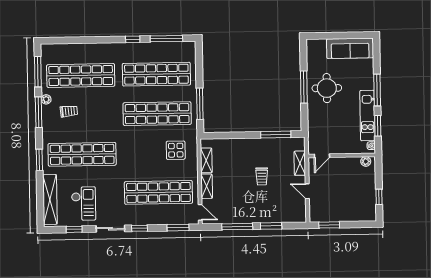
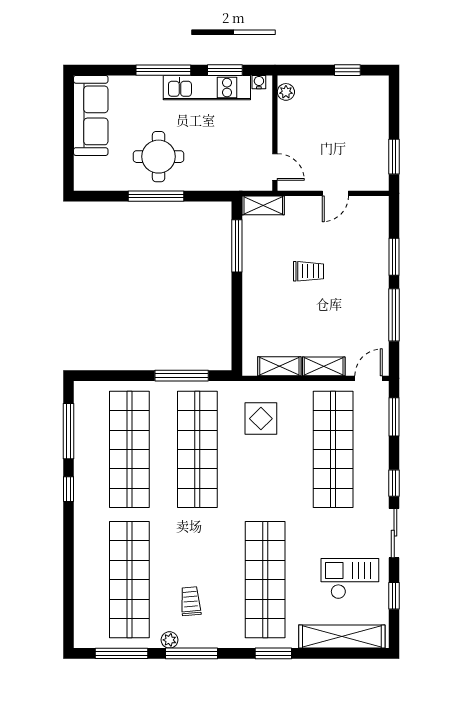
shelving: (300, 163) -> (263, 205), moved

